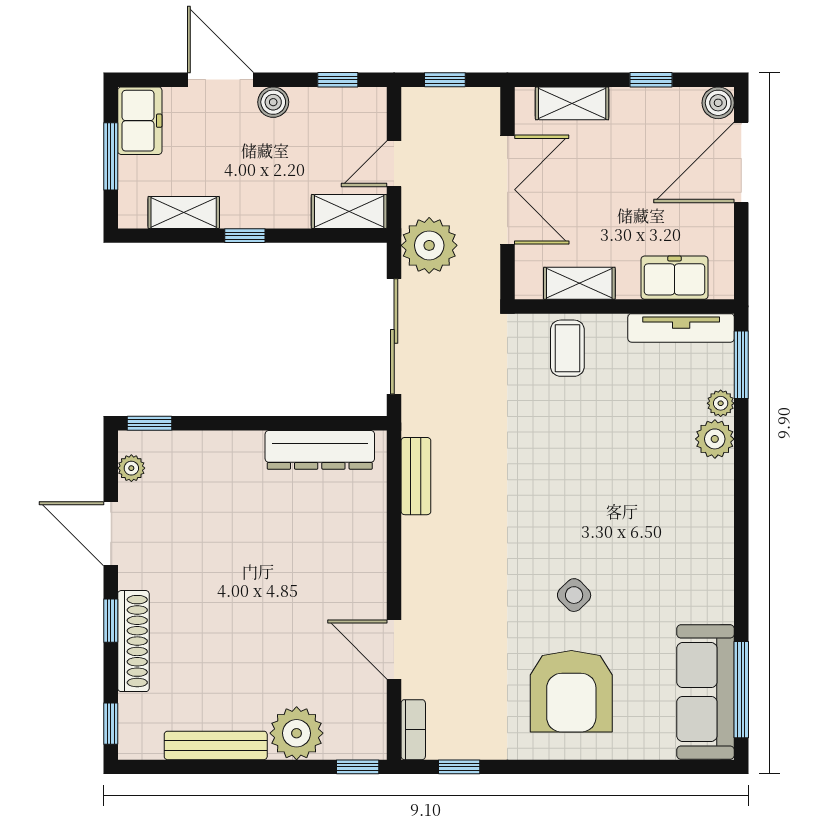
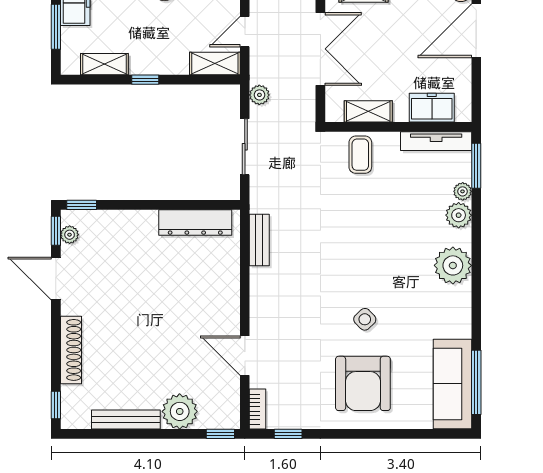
plant: (429, 245) -> (259, 95), width x0.53, depth x0.53
sliding door: (394, 336) -> (245, 147), width x0.73
plant: (706, 514) -> (453, 265), added
window: (111, 621) -> (56, 231), moved

